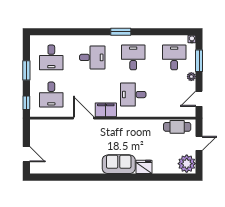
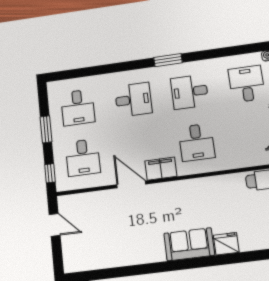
desk: (133, 57) -> (190, 92), turned -90
desk: (133, 95) -> (197, 142), turned -90
door: (26, 154) -> (55, 225), moved

